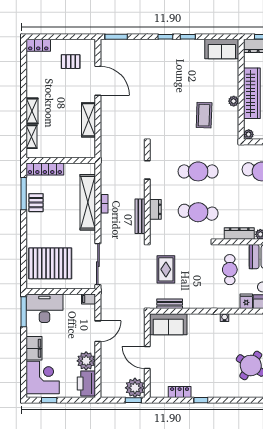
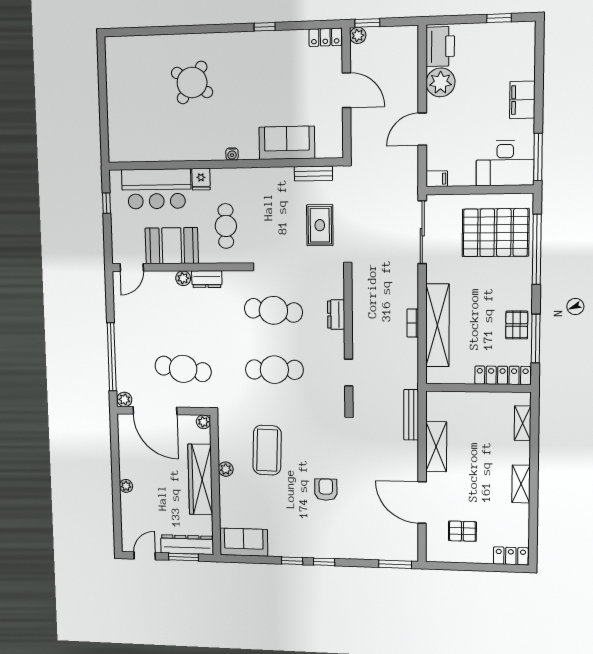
armchair: (164, 88) -> (326, 490), added
shelving: (32, 111) -> (521, 484), moved
coffee table: (204, 115) -> (267, 450), width x1.36, depth x1.32
bench: (140, 216) -> (411, 415), moved
dresser: (239, 234) -> (207, 279), width x0.70
window: (24, 252) -> (537, 249), added
sofa: (168, 324) -> (287, 143), moved
corner desk: (43, 377) -> (509, 54), removed
plant: (135, 388) -> (358, 35), width x0.53, depth x0.53
locker: (180, 392) -> (325, 37), moved

